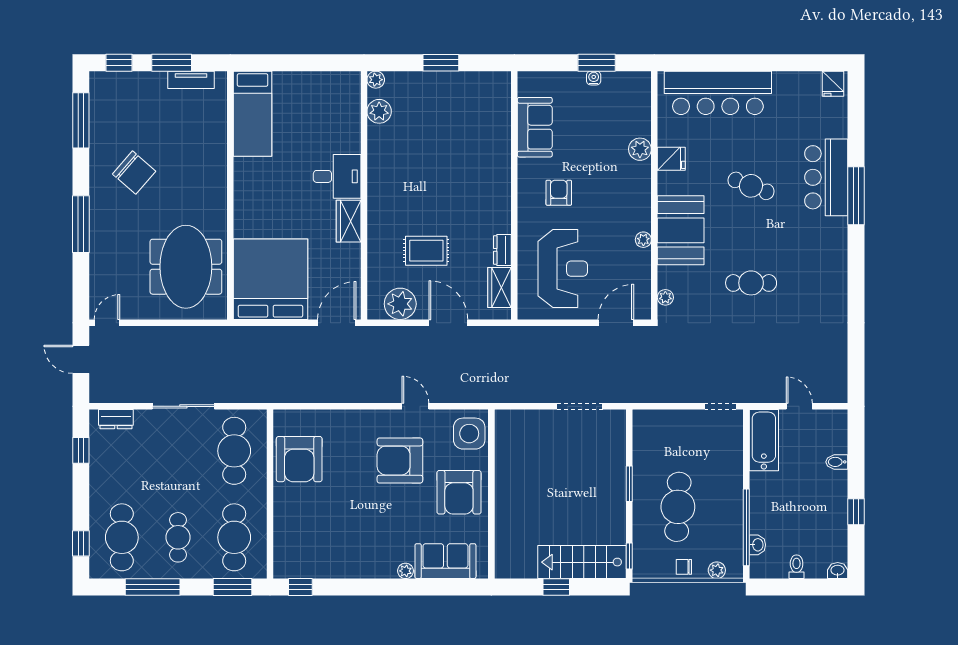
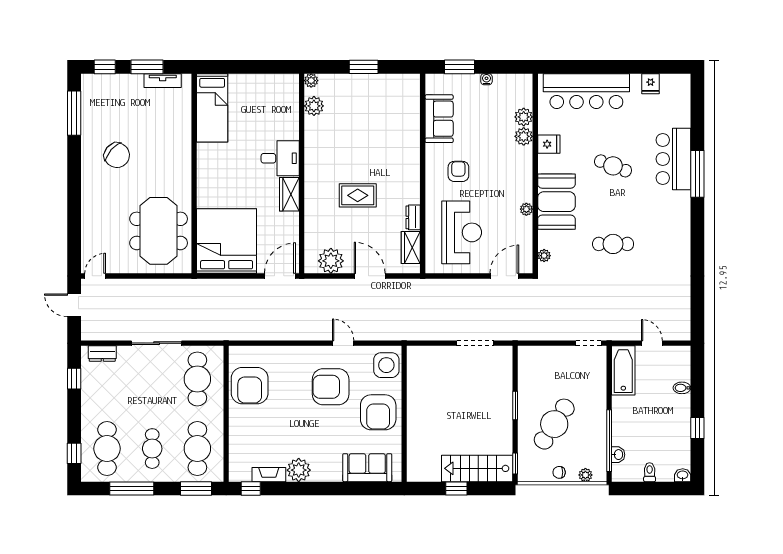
window: (597, 63) -> (460, 67), moved
fridge: (833, 84) -> (651, 84), moved
plant: (640, 125) -> (524, 117), added
window: (81, 224) -> (74, 197), removed
rug: (426, 251) -> (358, 195), moved
cafe table: (678, 507) -> (554, 424), turned 30
fireplace: (323, 570) -> (269, 475), added
plant: (406, 571) -> (299, 470), moved, width x1.87, depth x1.87

